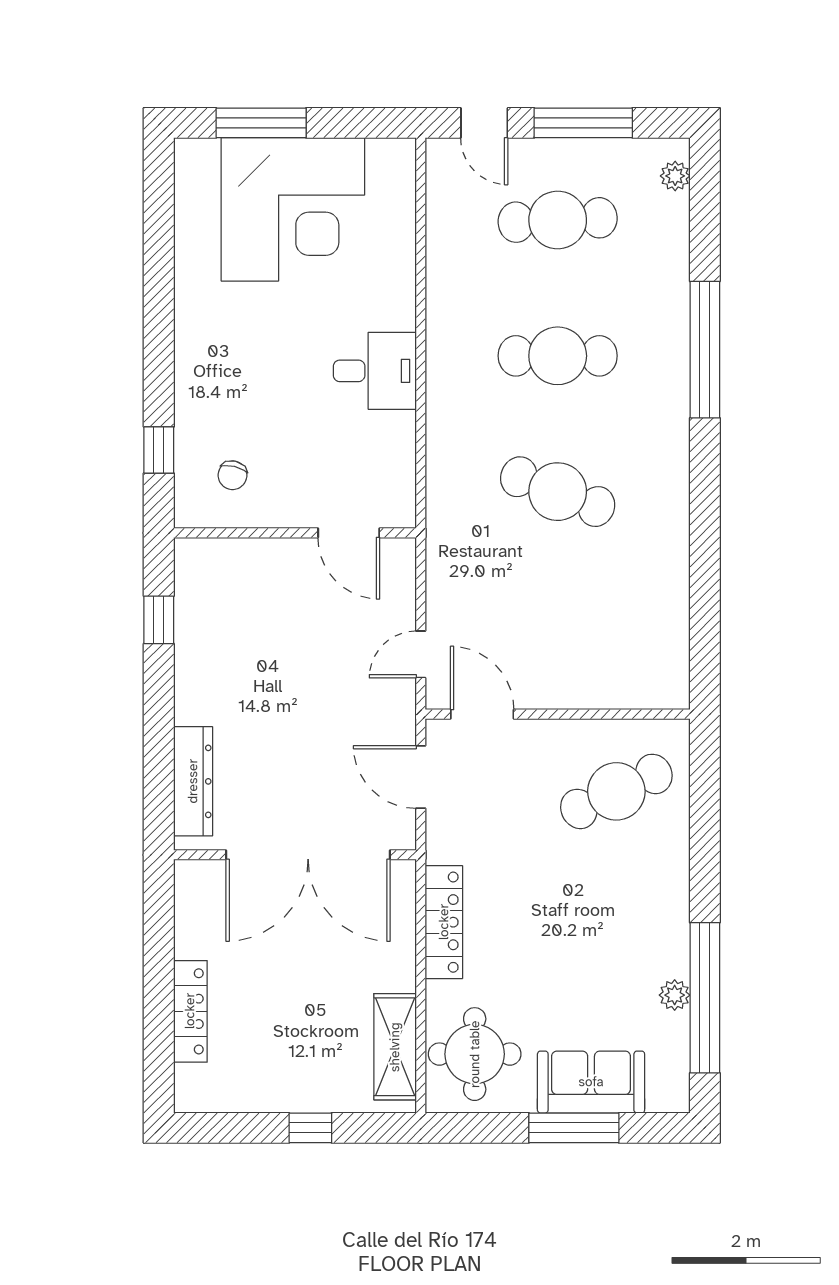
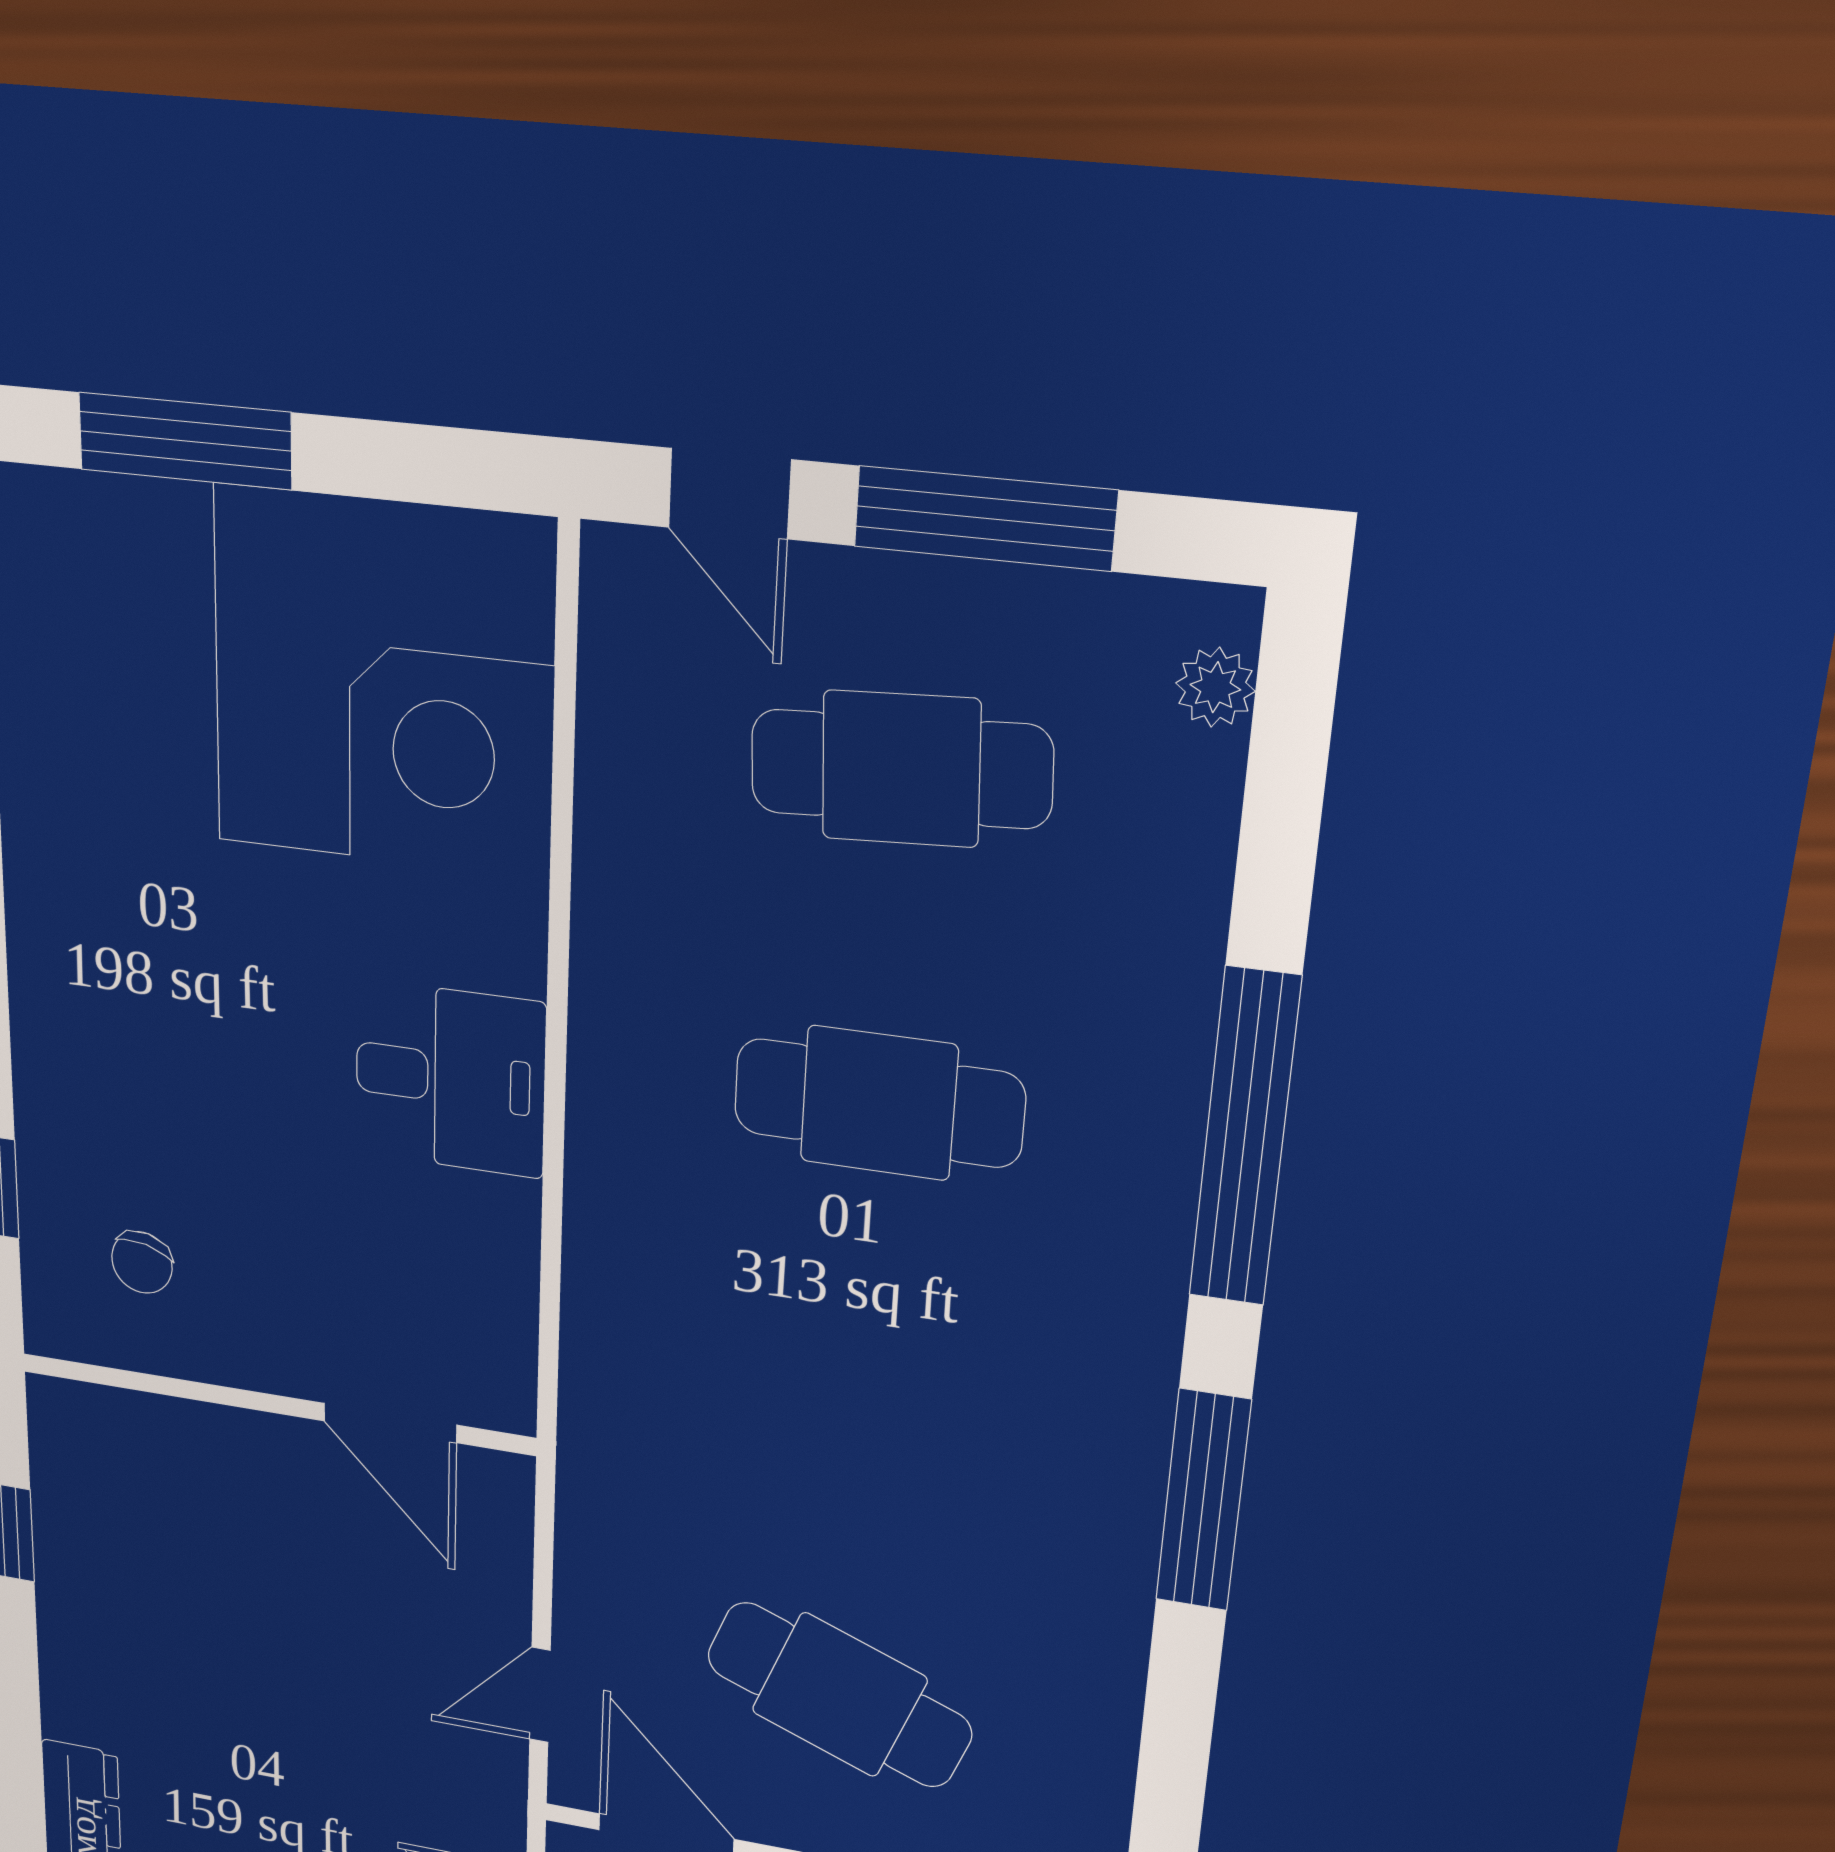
corner desk: (293, 209) -> (383, 683), moved
cafe table: (558, 492) -> (839, 1695), moved
window: (705, 507) -> (1203, 1500), added

